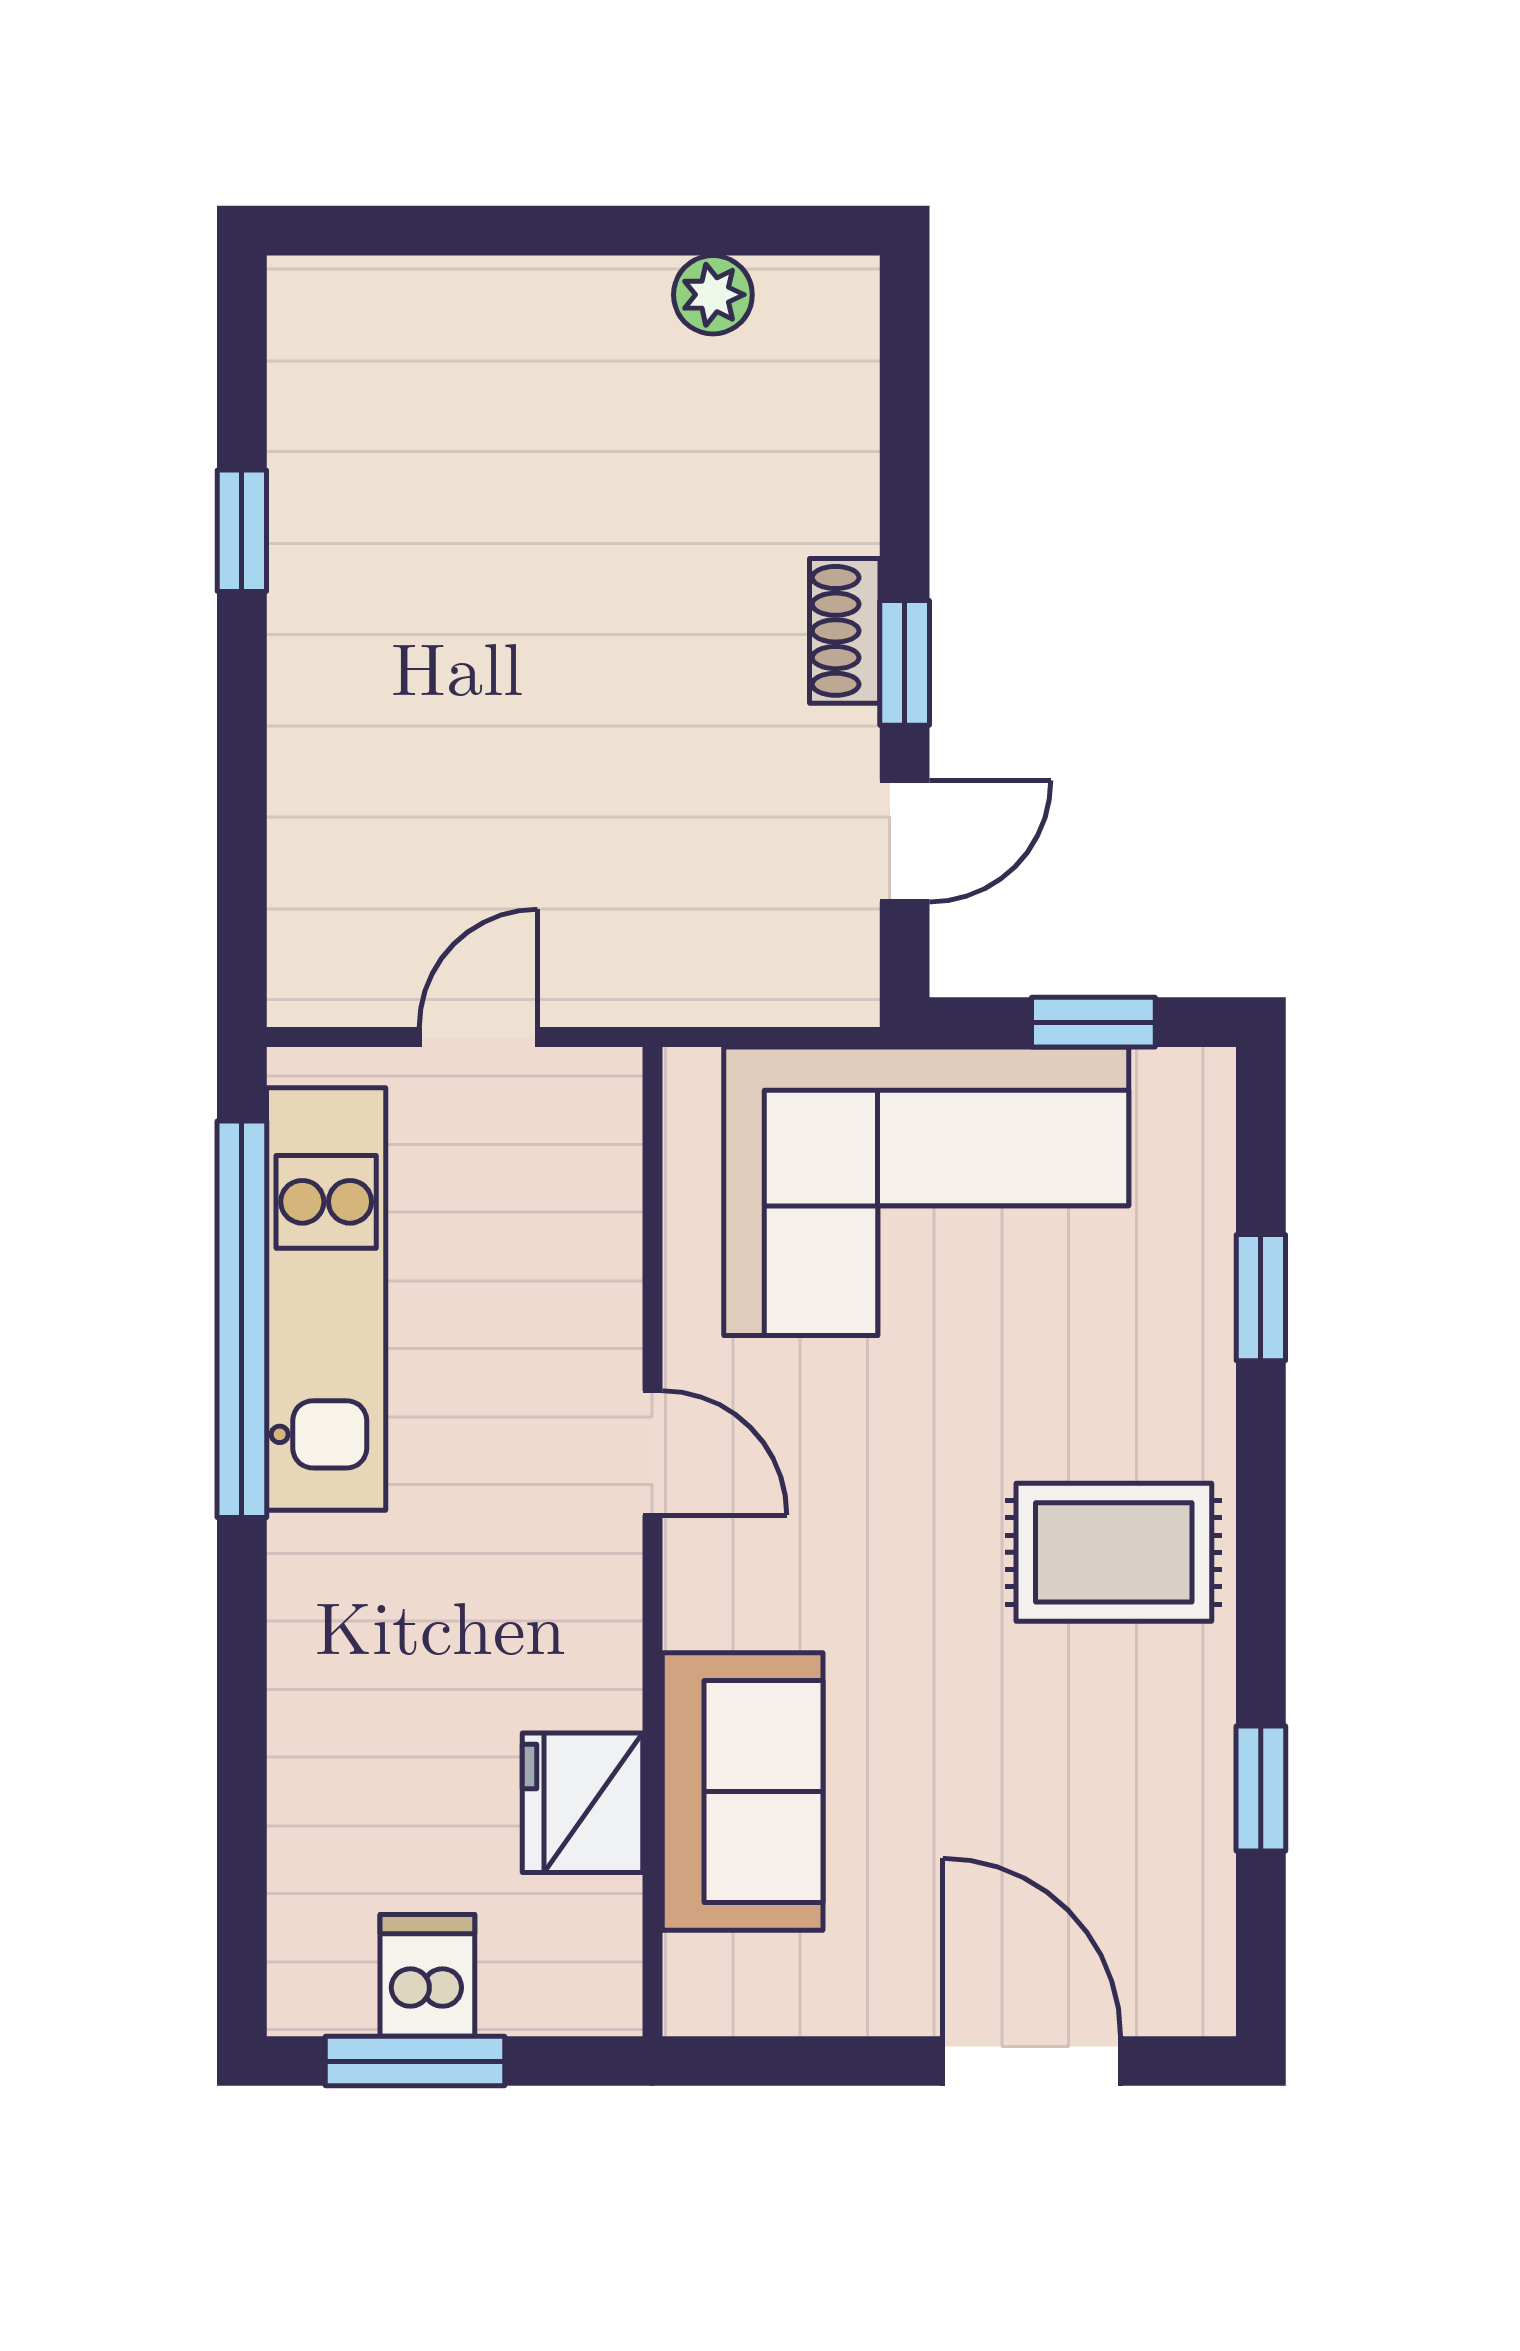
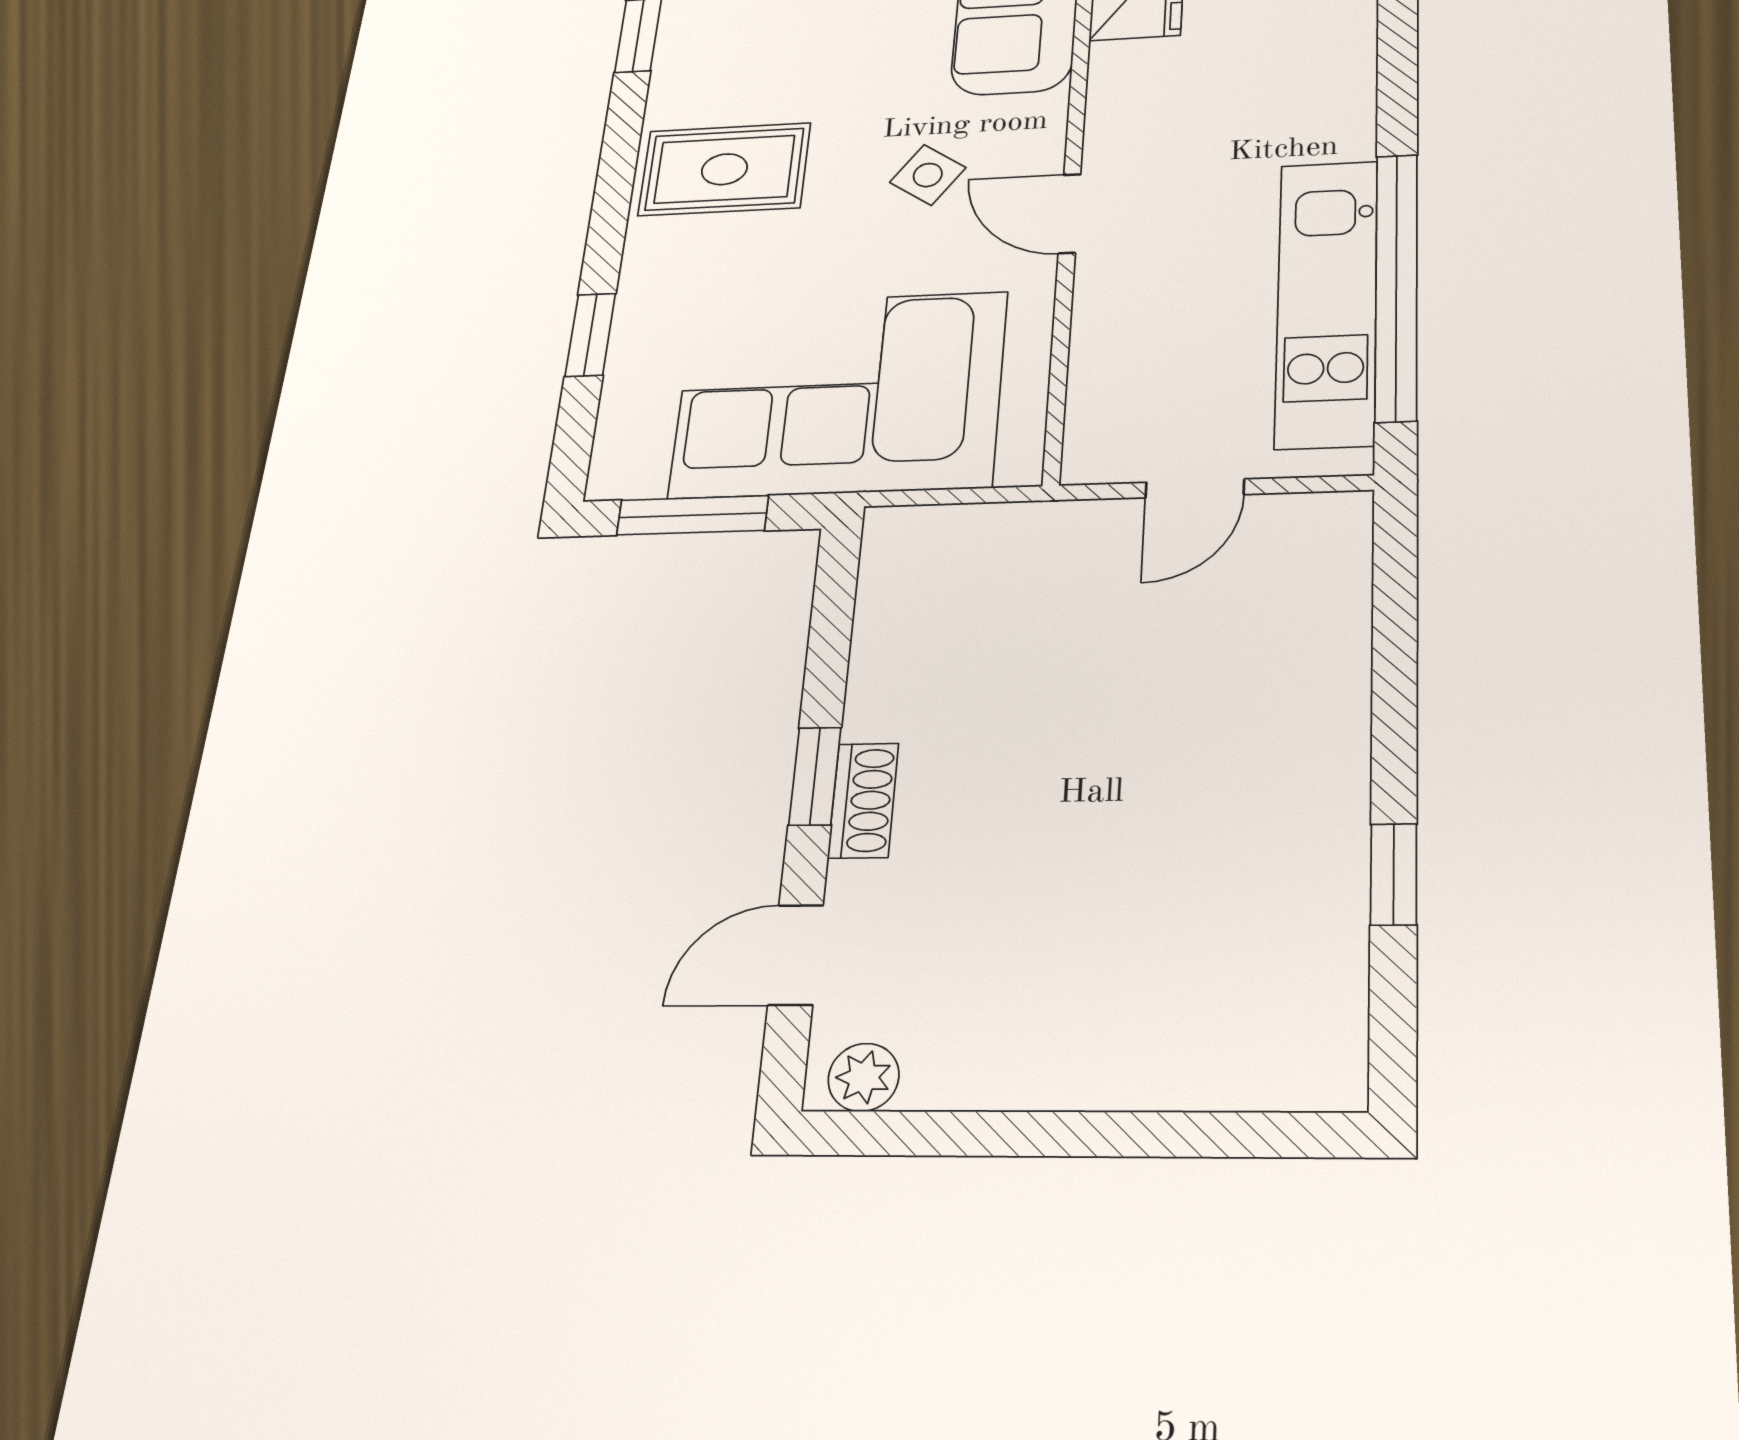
plant: (713, 295) -> (864, 1077), moved
door: (905, 841) -> (796, 955), moved
window: (1093, 1022) -> (693, 515), width x1.50
side table: (841, 1526) -> (928, 175), added

